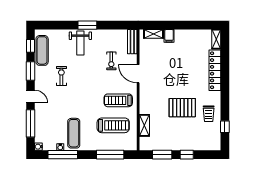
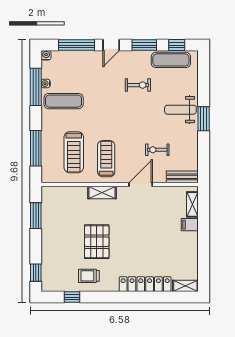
shelving: (144, 125) -> (102, 193), moved
window: (187, 155) -> (36, 273), moved

